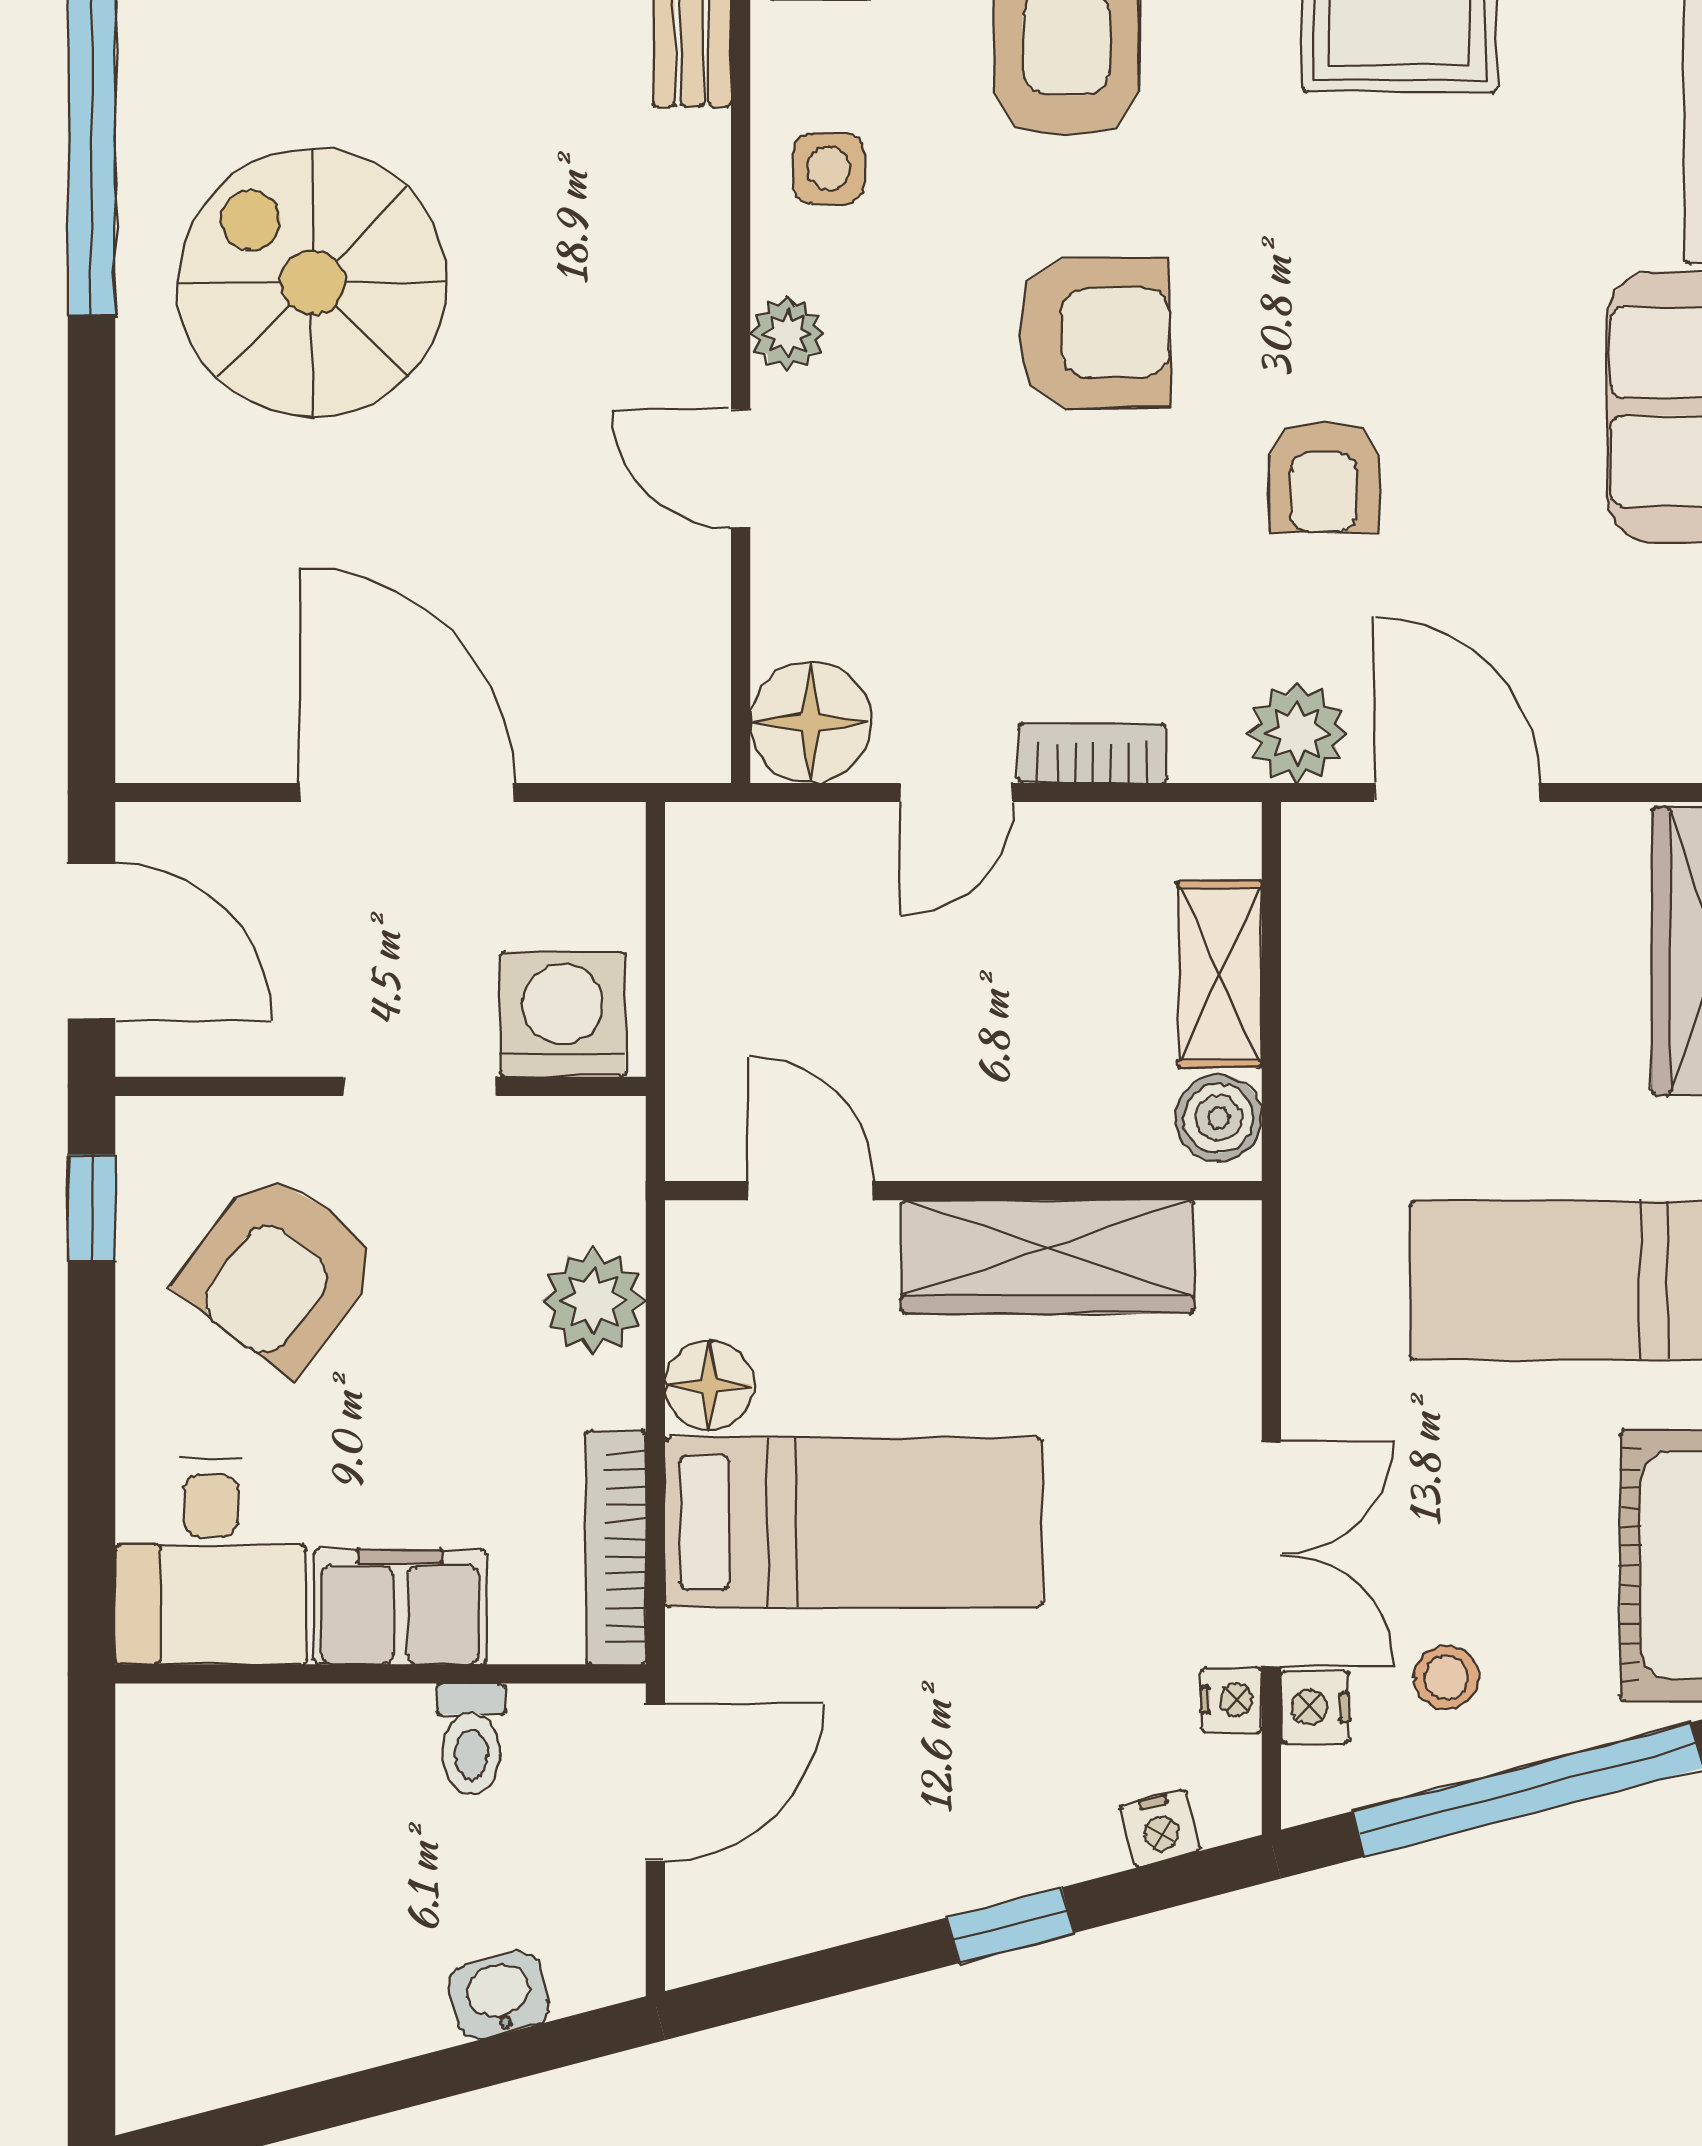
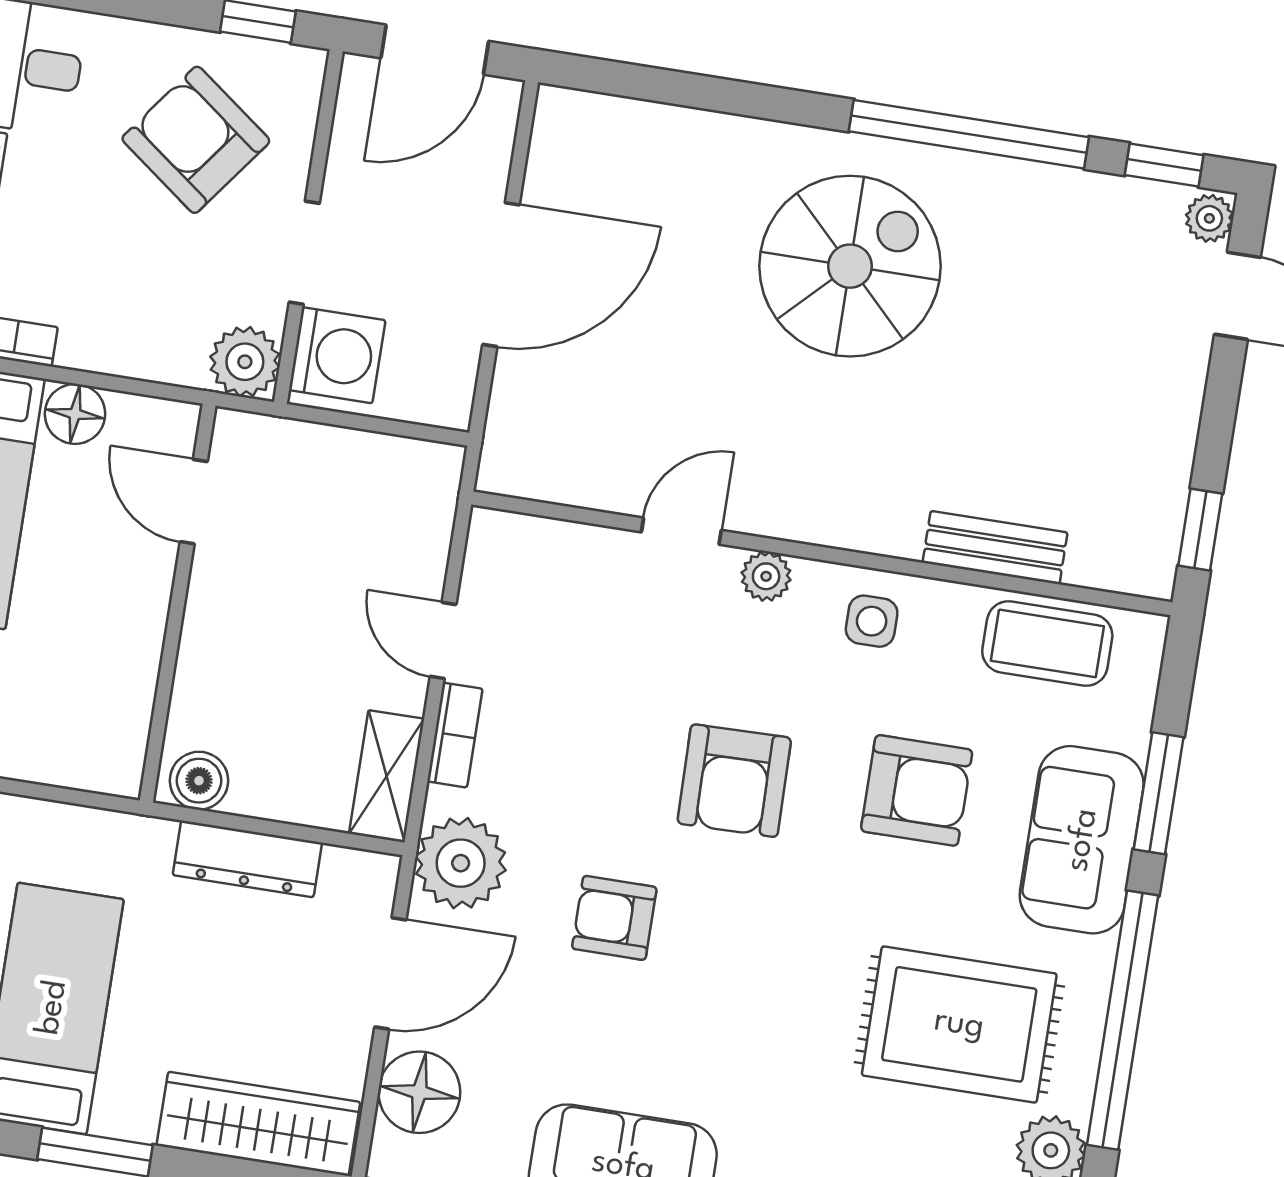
floor lamp: (811, 722) -> (419, 1092), moved
plant: (1297, 733) -> (461, 863), width x1.36, depth x1.36
shelving: (1220, 974) -> (387, 776), moved, turned 90
dresser: (1322, 1029) -> (247, 859), added
door: (811, 1191) -> (194, 502), swing flipped
wardrobe: (1047, 1257) -> (125, 652), removed
plant: (594, 1301) -> (245, 362), moved

